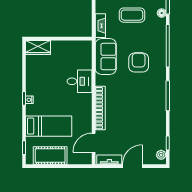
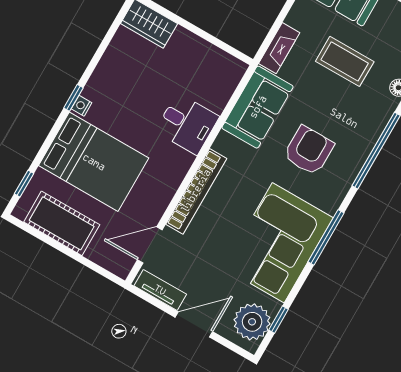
corner sofa: (148, 110) -> (278, 243), added
bed: (49, 126) -> (94, 162), width x1.50
plant: (161, 155) -> (252, 322), width x1.87, depth x1.87

